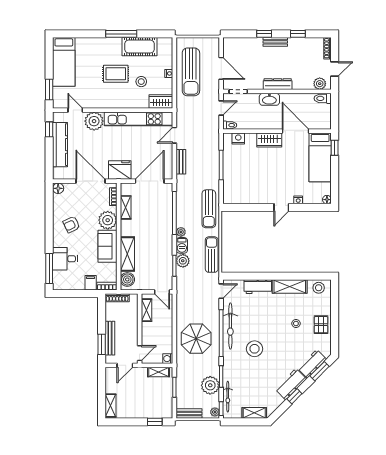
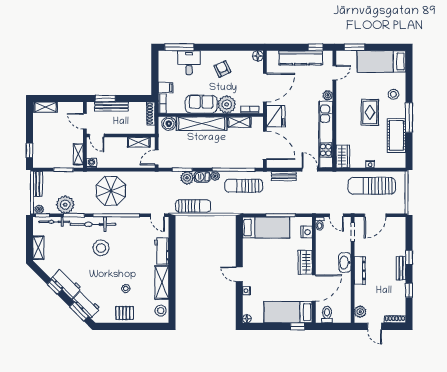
stool: (141, 82) -> (393, 94), moved
toilet: (323, 98) -> (327, 315), moved
plant: (94, 121) -> (328, 95), width x0.53, depth x0.53
bed: (234, 180) -> (266, 228), added
sun lounger: (209, 209) -> (244, 186), moved
shelving: (127, 254) -> (202, 124), width x1.47
bicycle: (230, 326) -> (93, 224), moved

